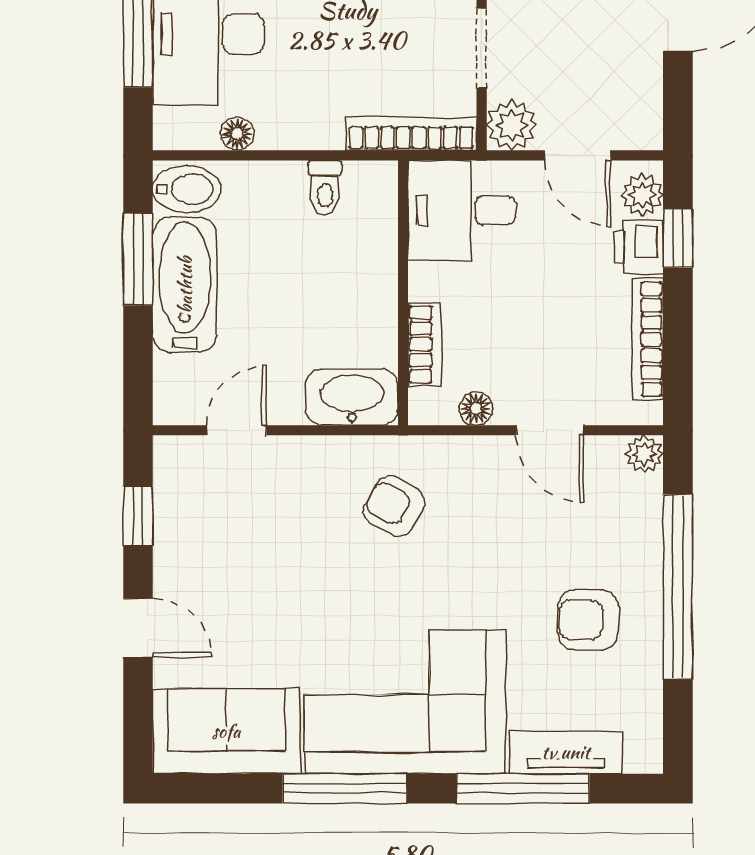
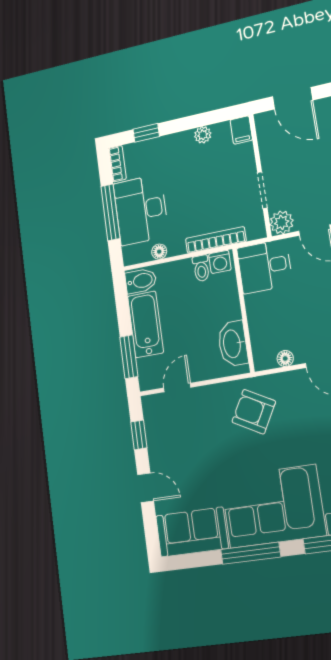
bookcase: (411, 134) -> (216, 240), moved
washing machine: (368, 182) -> (220, 262), added
window: (138, 259) -> (129, 357), moved
bookcase: (425, 344) -> (257, 332), removed
washbasin: (352, 397) -> (233, 344), moved, turned -90
armchair: (394, 506) -> (254, 412), width x1.38, depth x1.38

